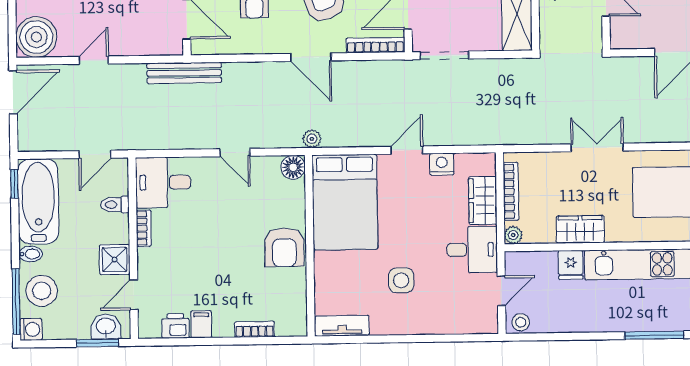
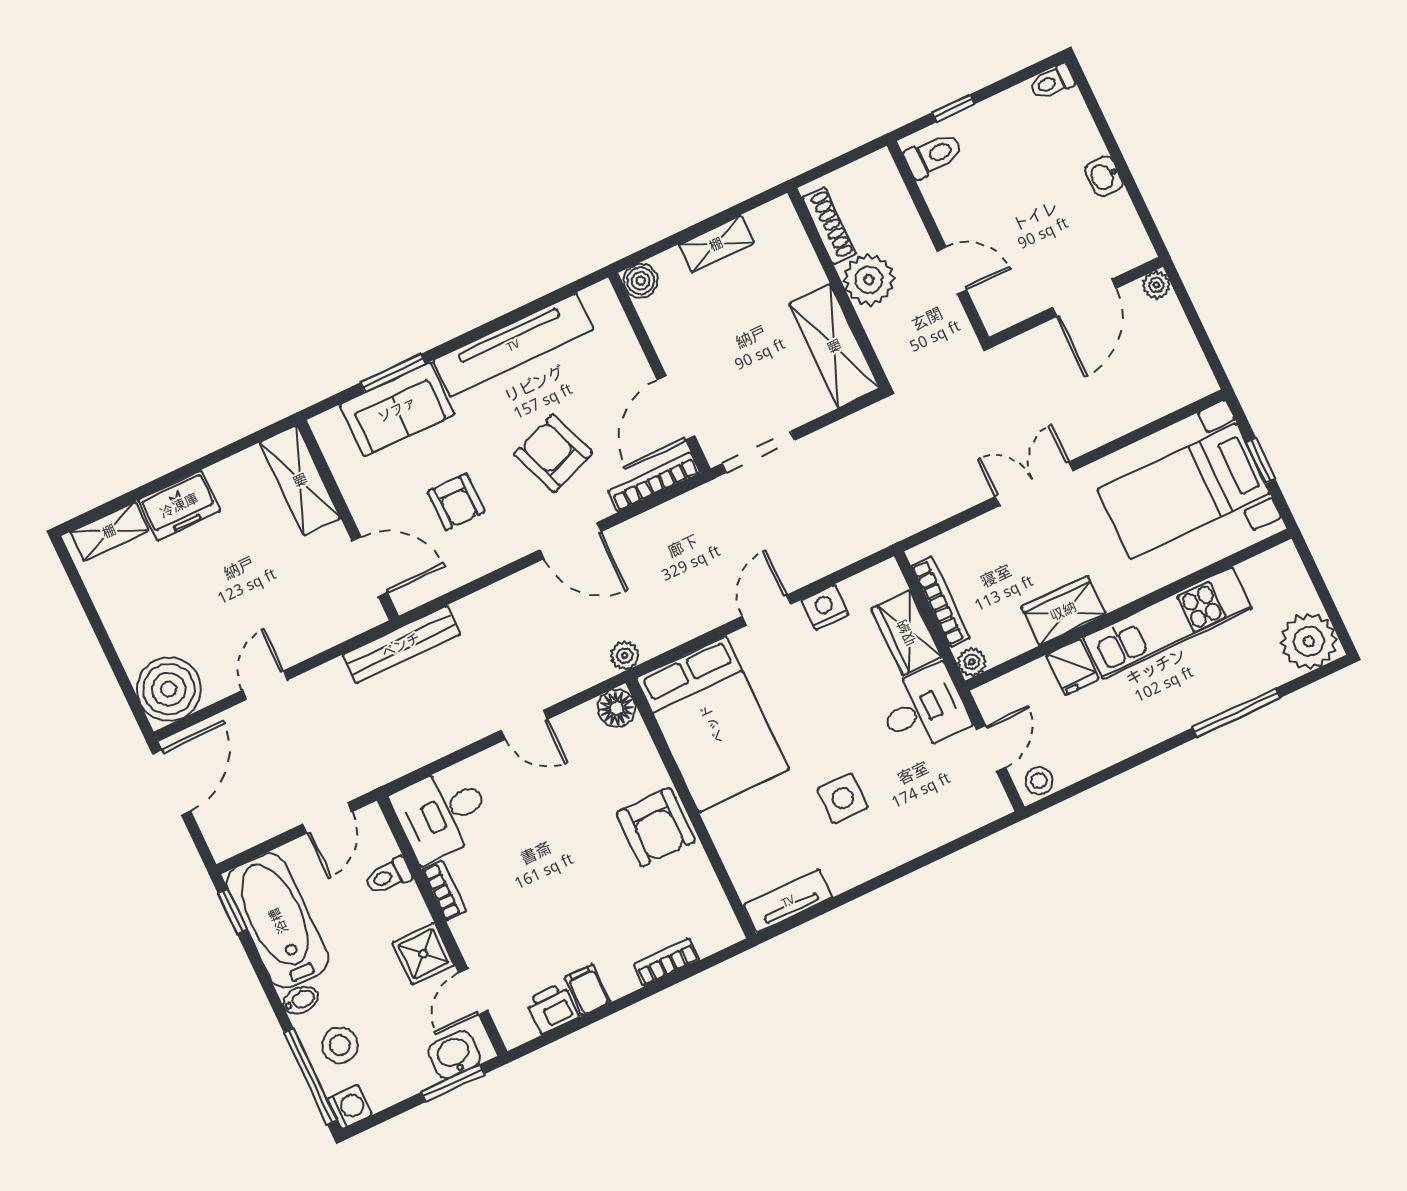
stool: (42, 291) -> (340, 1045), width x0.73, depth x0.73

